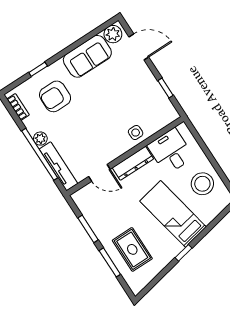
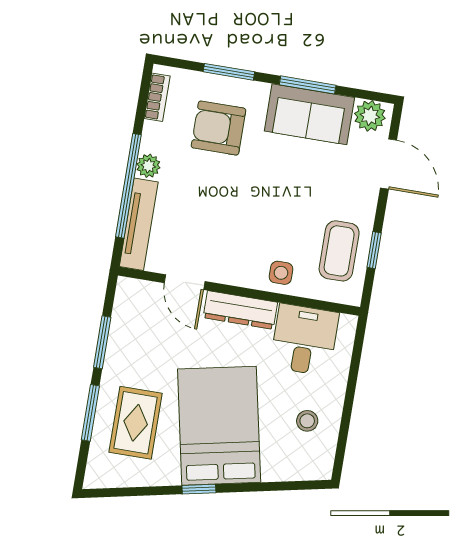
window: (76, 45) -> (308, 85), added
window: (38, 69) -> (229, 72), width x1.50
coffee table: (151, 102) -> (339, 251), added
stool: (202, 184) -> (307, 421), width x0.53, depth x0.53
bed: (173, 214) -> (219, 426), width x1.50

